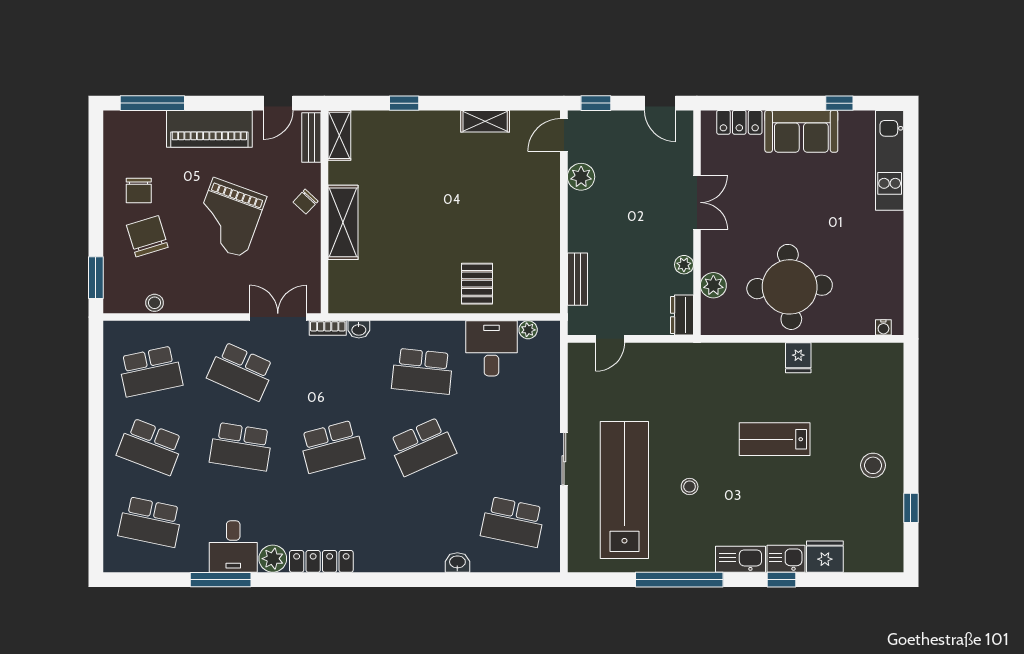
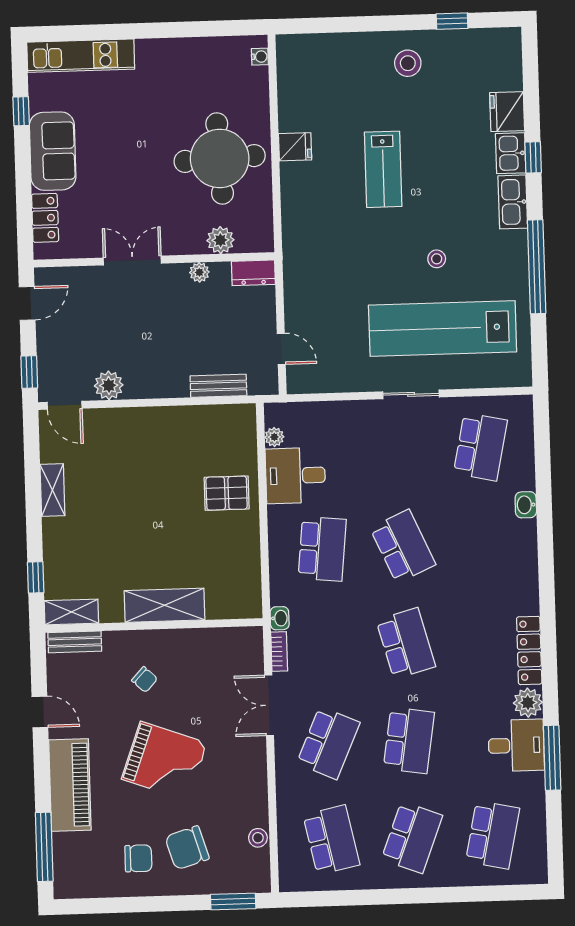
shelving: (339, 135) -> (71, 612), moved
bench: (311, 138) -> (75, 642), moved
wall: (324, 212) -> (154, 625), moved
shelving: (343, 222) -> (165, 605), moved

